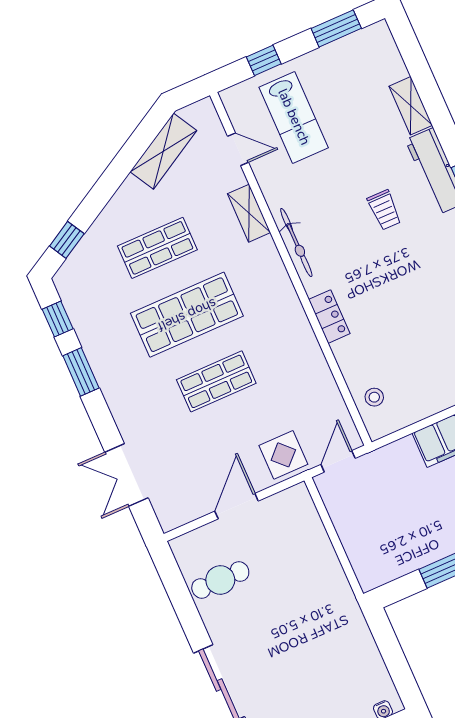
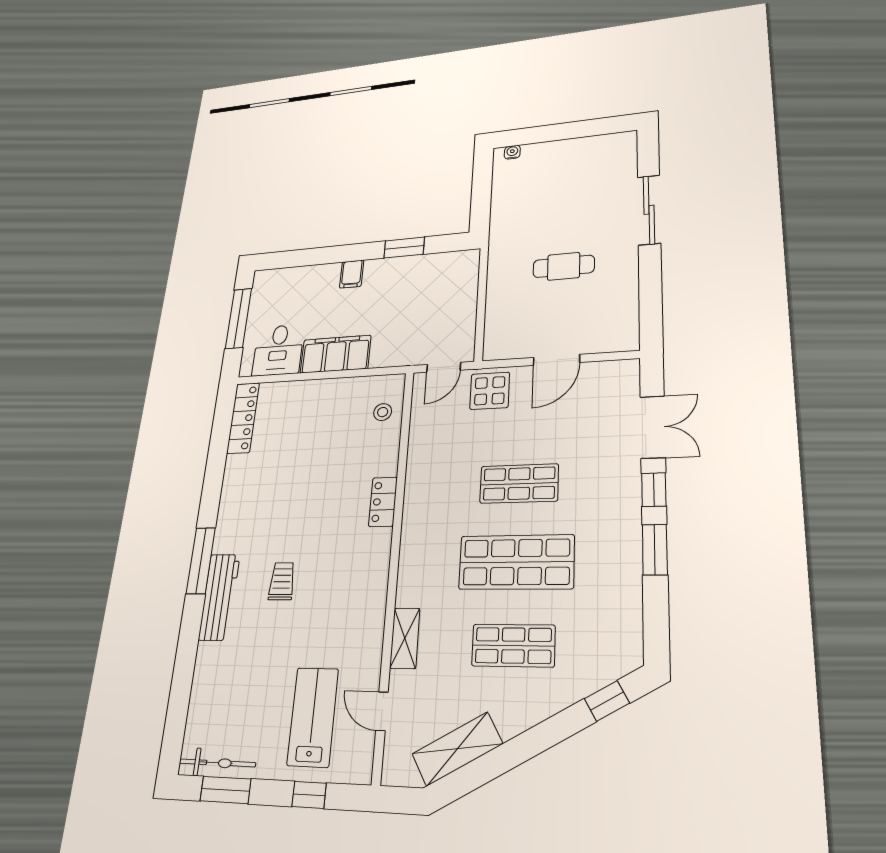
shelving: (411, 106) -> (205, 672), removed
bicycle: (296, 243) -> (217, 763), moved, turned 90
window: (58, 319) -> (654, 490), moved
cafe table: (220, 580) -> (564, 266), moved

